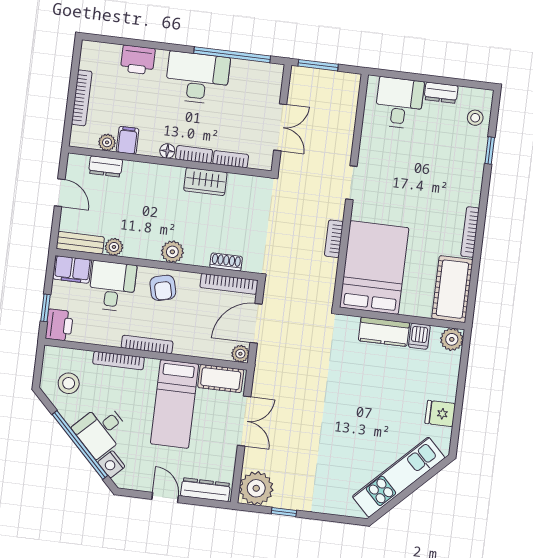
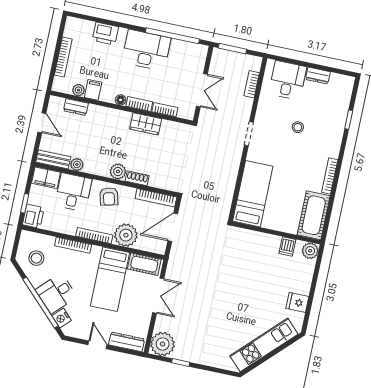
stool: (475, 118) -> (298, 127), moved
bookcase: (334, 239) -> (252, 84), moved
shoe rack: (226, 262) -> (137, 178), moved
bed: (374, 268) -> (253, 194), width x0.67
kitchen counter: (384, 332) -> (263, 241), removed
plant: (240, 354) -> (126, 235), moved, width x1.87, depth x1.87

